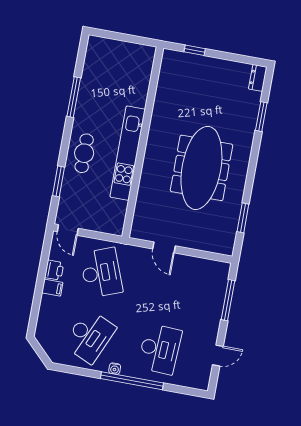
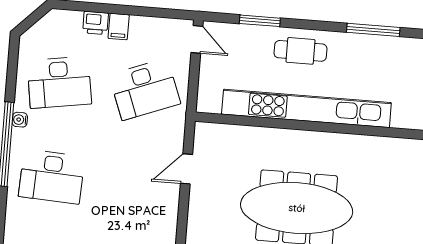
kitchen unit: (128, 153) -> (306, 108), width x1.36
door: (68, 230) -> (197, 39), swing flipped
printer: (54, 270) -> (95, 23), moved
desk: (90, 336) -> (59, 82), turned -33

